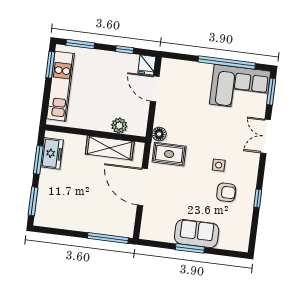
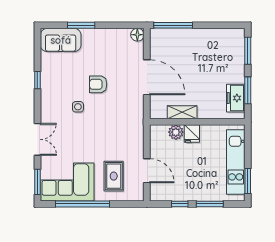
window: (80, 44) -> (210, 204), moved
fridge: (147, 65) -> (192, 134), moved, turned 180
floor lamp: (159, 134) -> (137, 35), moved
shelving: (110, 148) -> (182, 112), width x0.67, depth x0.75
rug: (169, 154) -> (114, 176), moved, turned 90
armchair: (226, 192) -> (98, 84), moved
sofa: (197, 234) -> (61, 40), moved
window: (190, 248) -> (81, 25), moved

